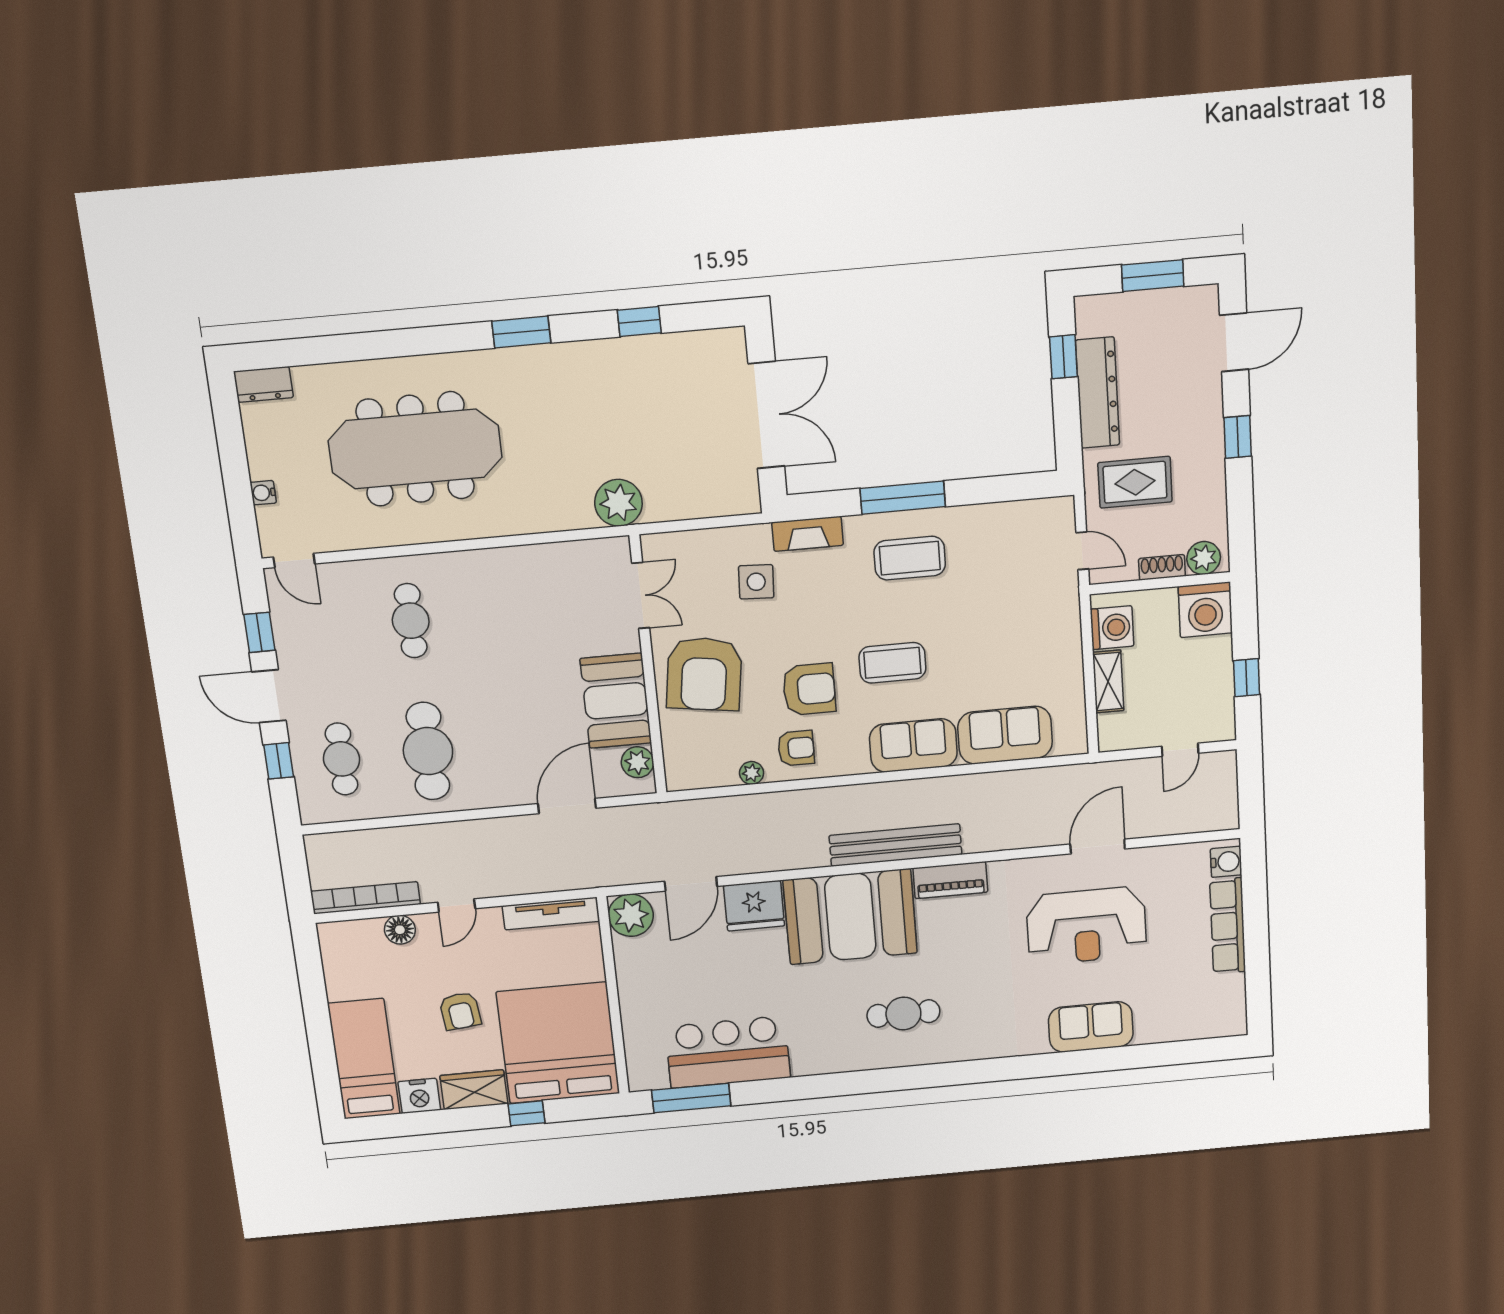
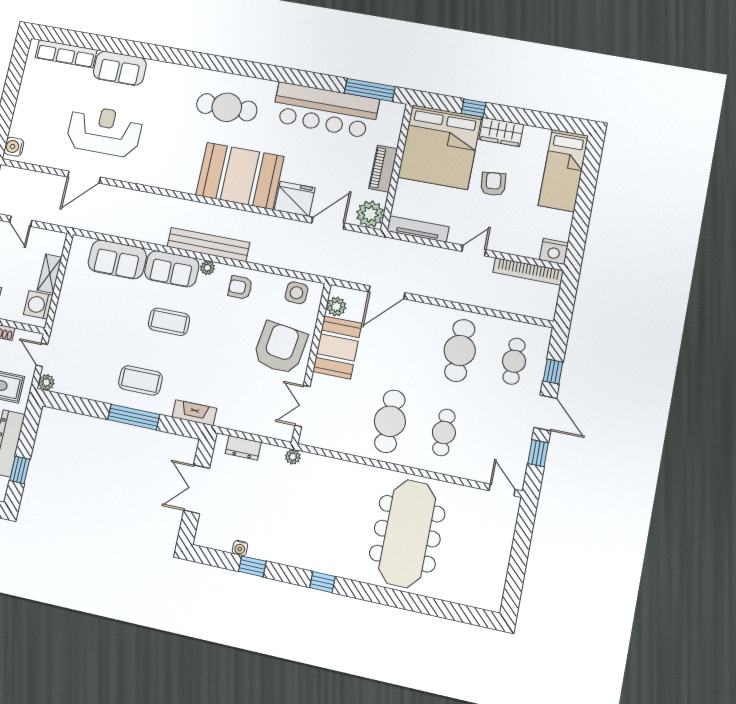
window: (521, 332) -> (322, 582), width x0.67
dresser: (263, 384) -> (243, 448), moved, turned 180
double door: (766, 415) -> (197, 489), width x0.73
meeting table: (415, 449) -> (407, 534), turned 90
water cooler: (263, 493) -> (240, 548), moved, turned 90
plant: (618, 503) -> (293, 457), width x0.53, depth x0.53
plant: (1062, 510) -> (46, 382), added
side table: (756, 582) -> (296, 293), moved
cafe table: (498, 613) -> (390, 421), added
armchair: (809, 689) -> (222, 320), removed
door: (1180, 750) -> (21, 221), swing flipped
plant: (752, 773) -> (207, 268), moved
bench: (895, 845) -> (208, 245), moved
piano: (950, 880) -> (383, 169), moved, turned -90
row of seats: (1228, 926) -> (66, 54), moved, turned 90
floor lamp: (400, 930) -> (514, 245), removed
cafe table: (903, 1014) -> (227, 107), width x1.37, depth x1.35
bar counter: (728, 1052) -> (325, 110), width x1.36
nightstand: (419, 1096) -> (554, 251), moved, turned 180

